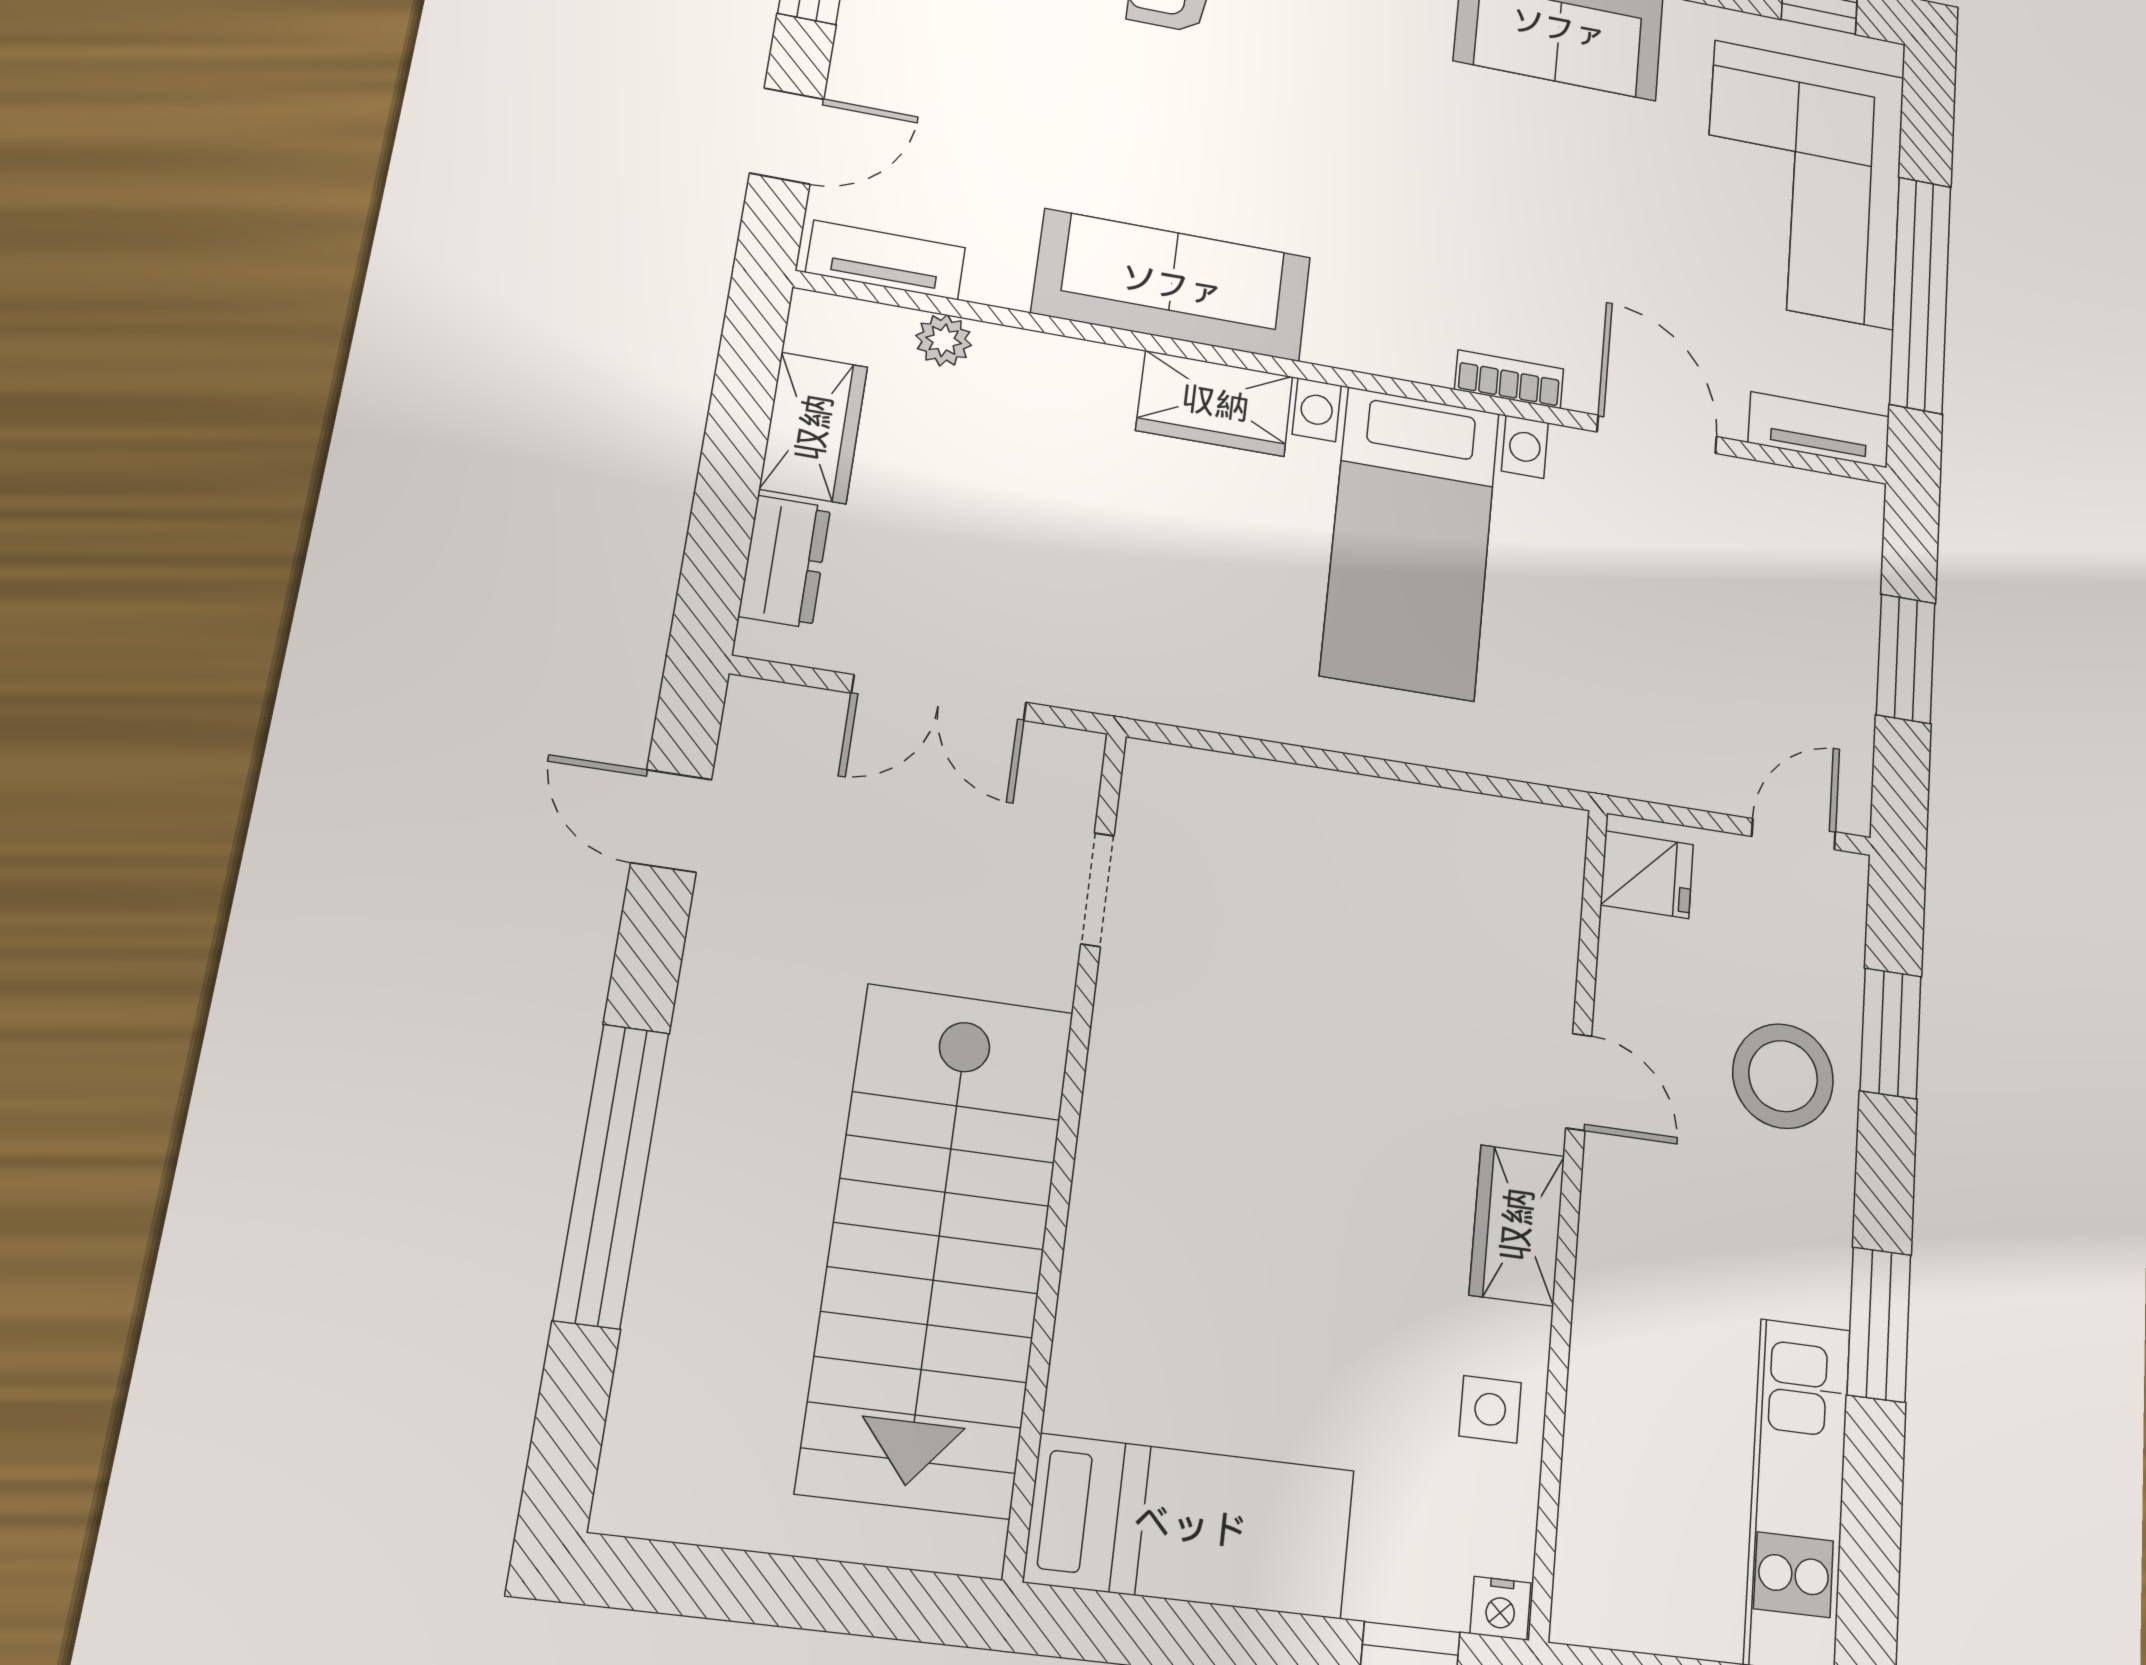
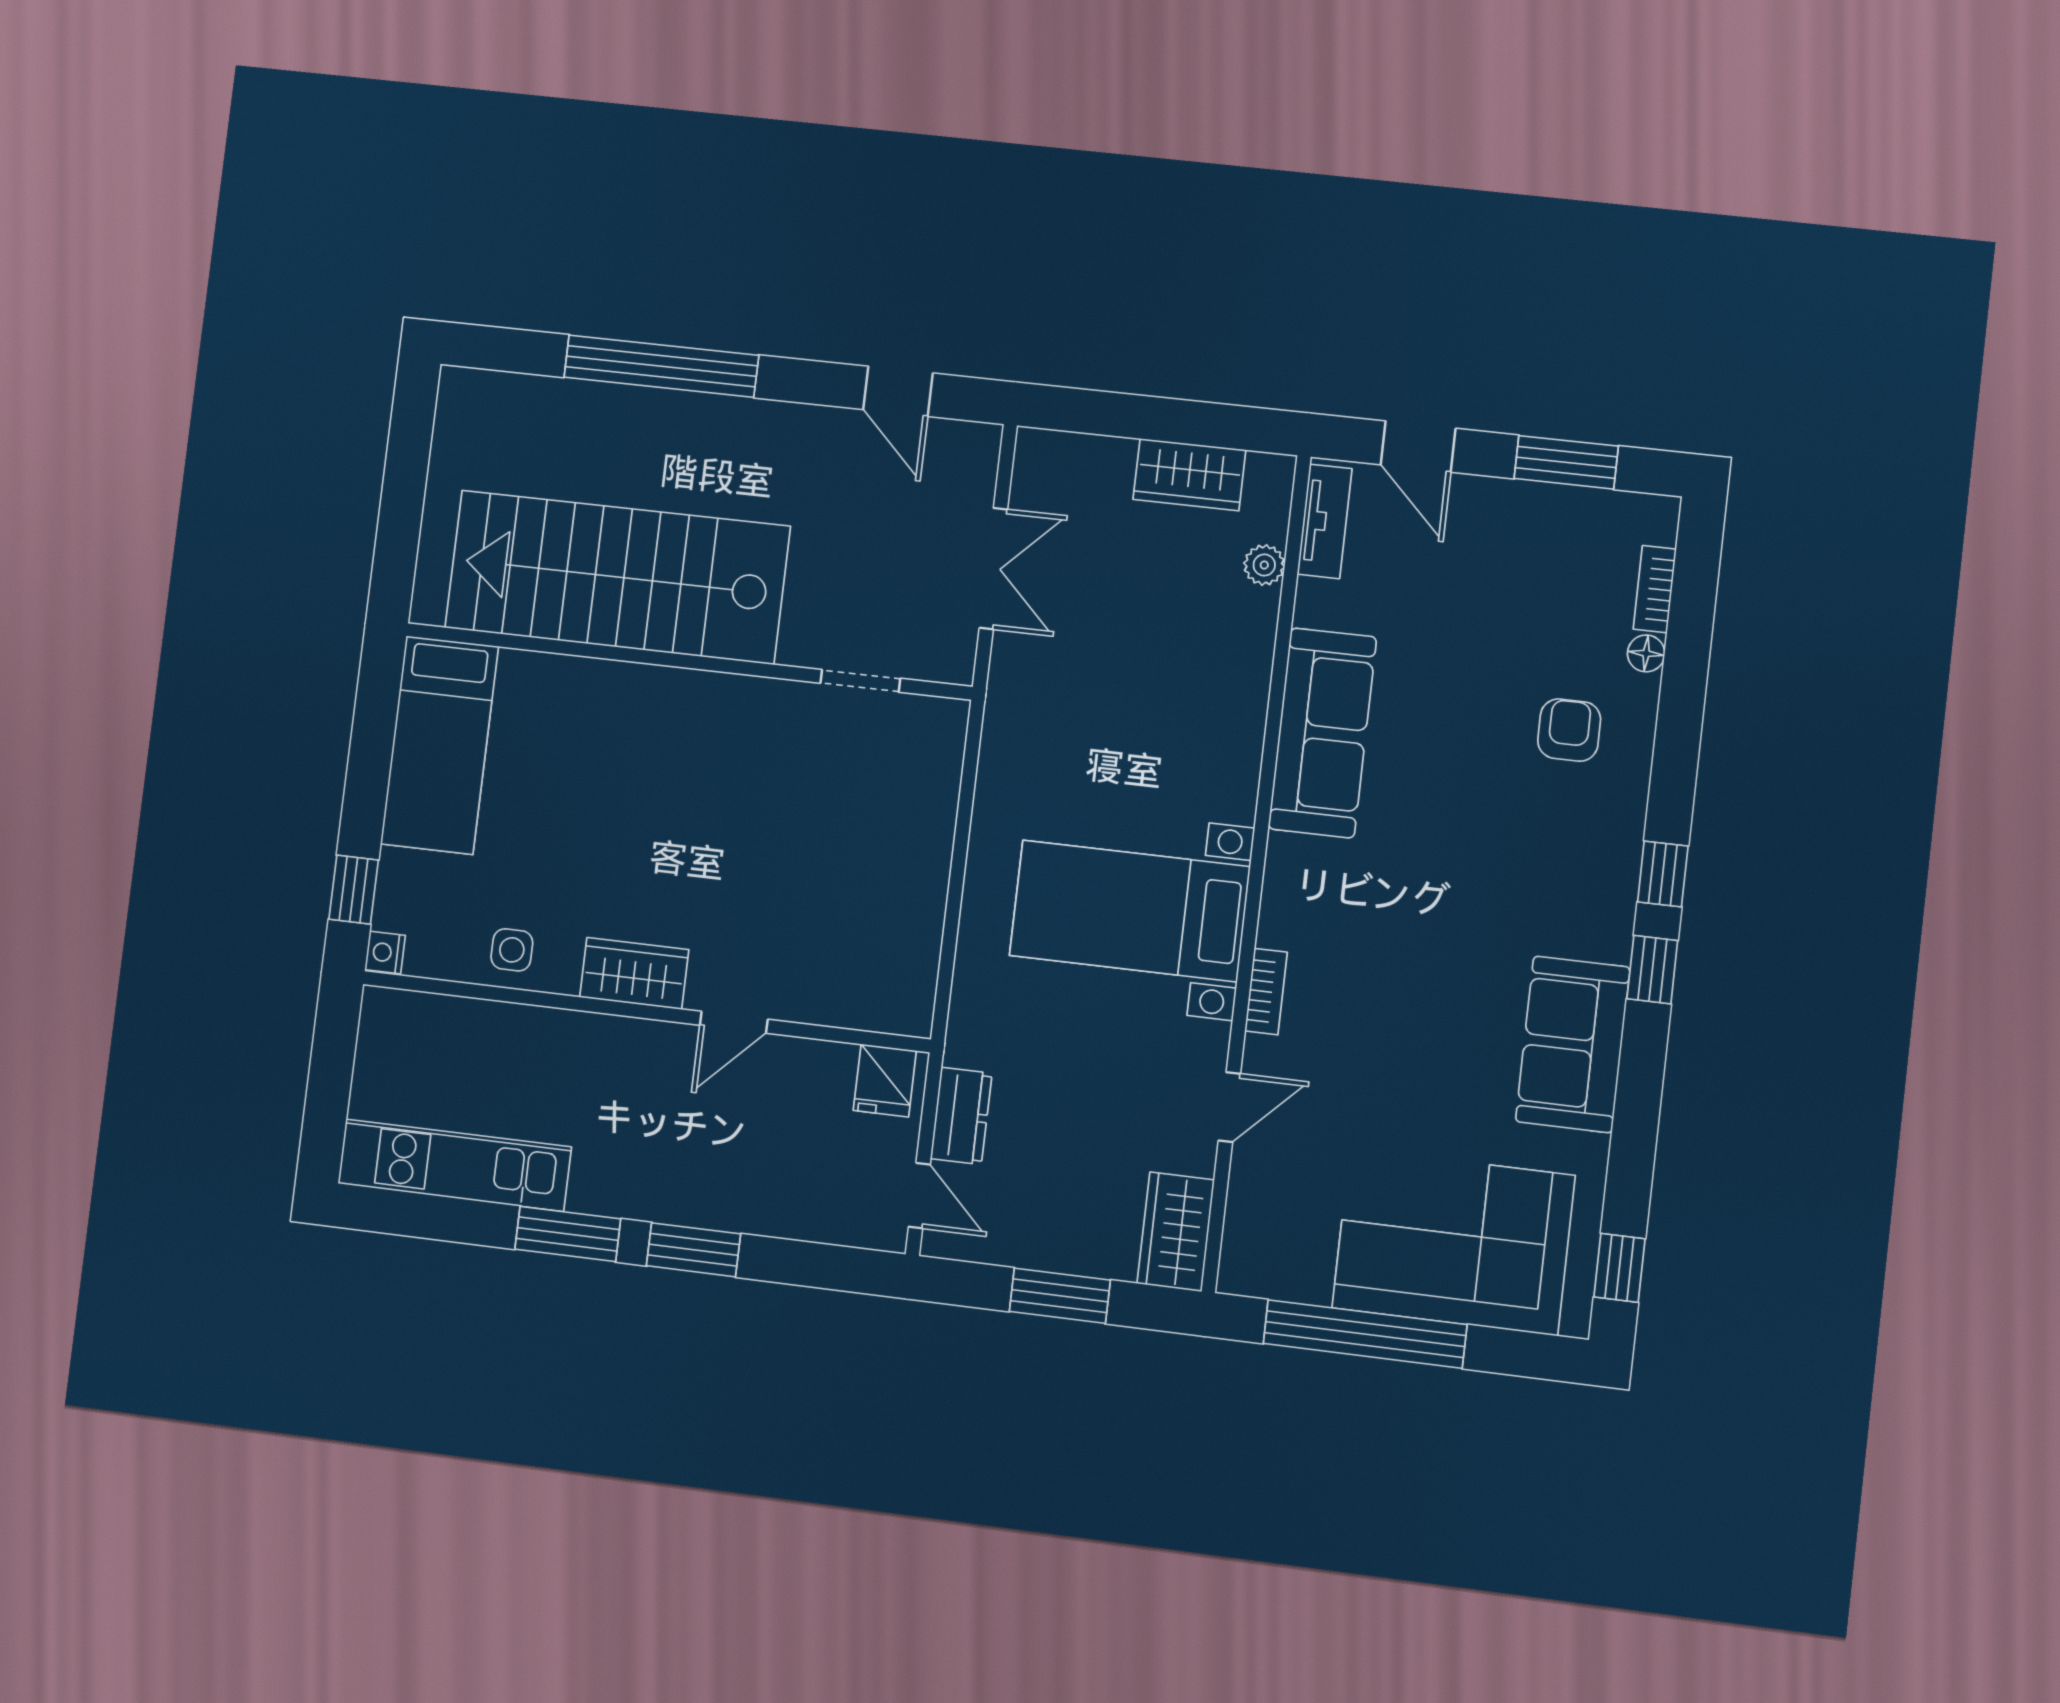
wardrobe: (1215, 403) -> (1176, 1232), moved
tv unit: (1819, 430) -> (1243, 1239), removed
door: (1657, 434) -> (1229, 1107), width x0.73
dresser: (785, 562) -> (961, 1116), moved, turned -90
double door: (939, 698) -> (993, 569), swing flipped
door: (671, 821) -> (898, 391), swing flipped
window: (1891, 1033) -> (694, 1250), moved
stool: (1783, 1076) -> (741, 1175), removed

